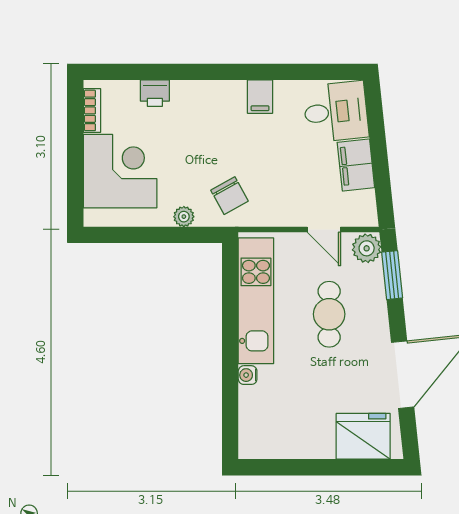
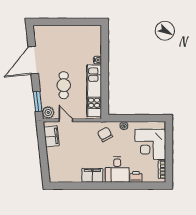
filing cabinet: (260, 97) -> (92, 175), width x2.00
desk: (336, 112) -> (117, 170), moved, turned -84
filing cabinet: (356, 165) -> (51, 136), moved
fridge: (363, 436) -> (50, 35), removed

